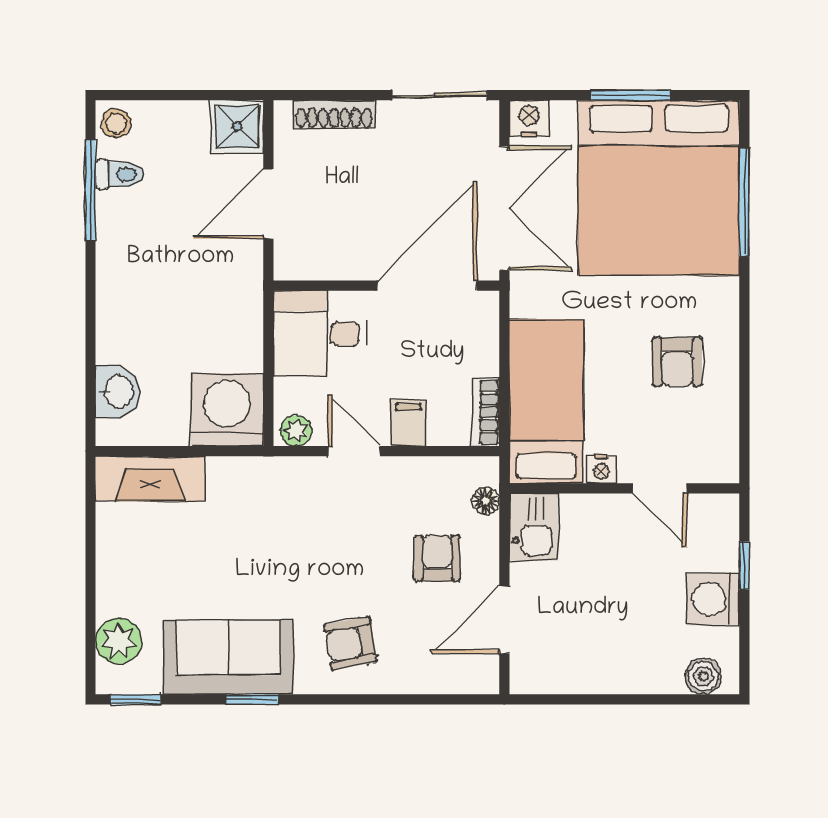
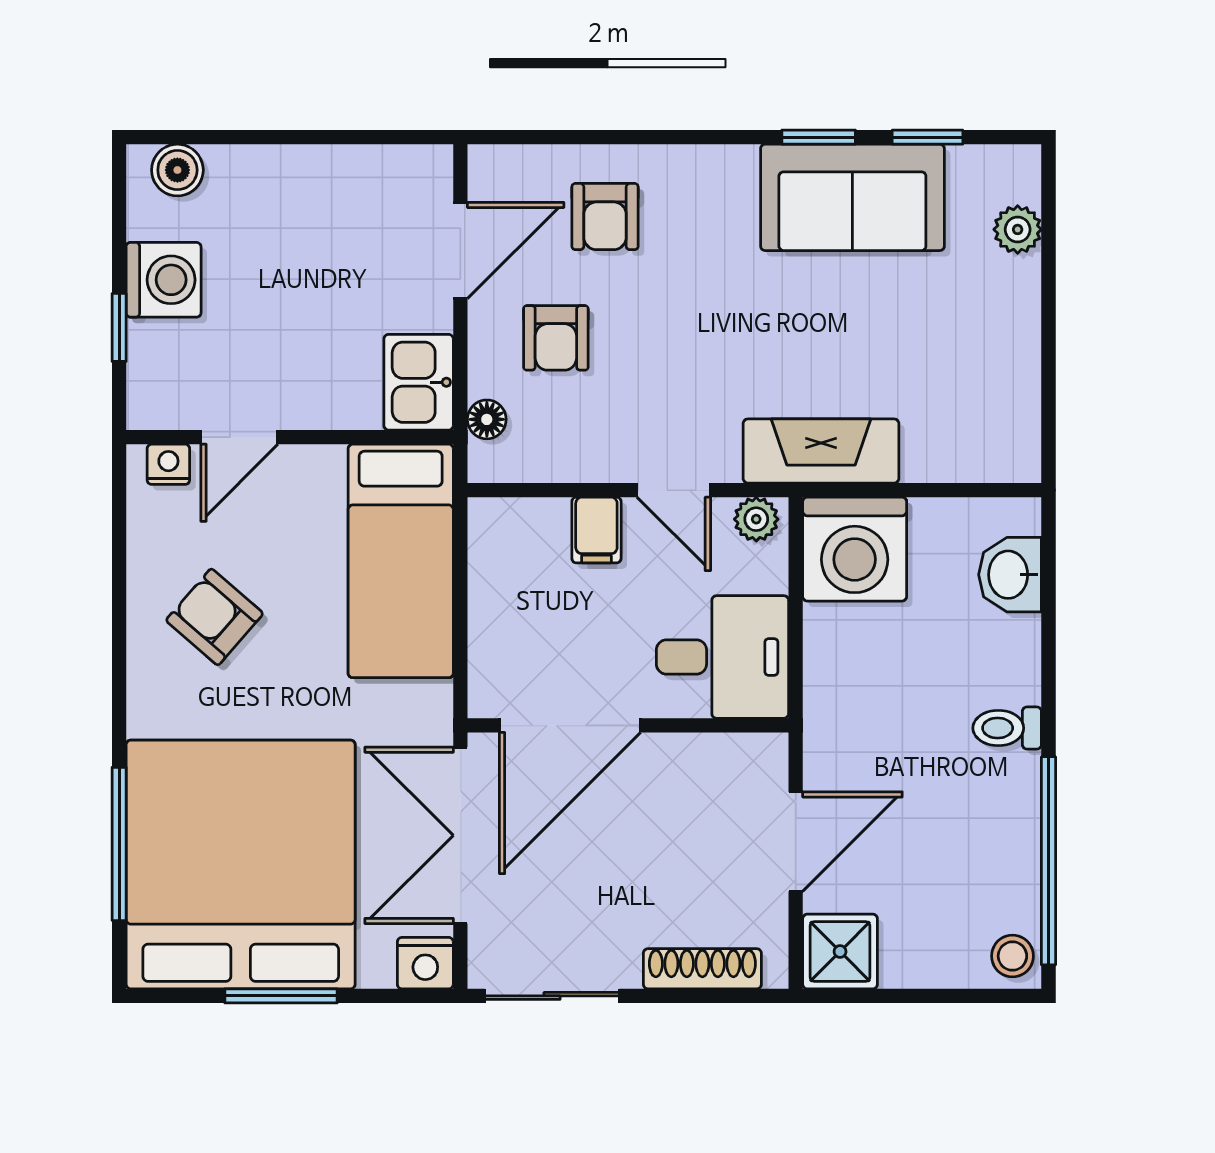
toilet: (120, 174) -> (1007, 728), moved
window: (90, 190) -> (1049, 861), width x1.46
armchair: (677, 362) -> (215, 617), turned -49
bookcase: (486, 412) -> (487, 545), removed
nightstand: (602, 469) -> (168, 464), moved
fireplace: (150, 479) -> (821, 451), moved
door: (660, 488) -> (239, 437), swing flipped
plant: (119, 641) -> (1018, 229), width x0.73, depth x0.73
armchair: (351, 643) -> (605, 217), moved, turned 100
window: (136, 699) -> (928, 137), moved

